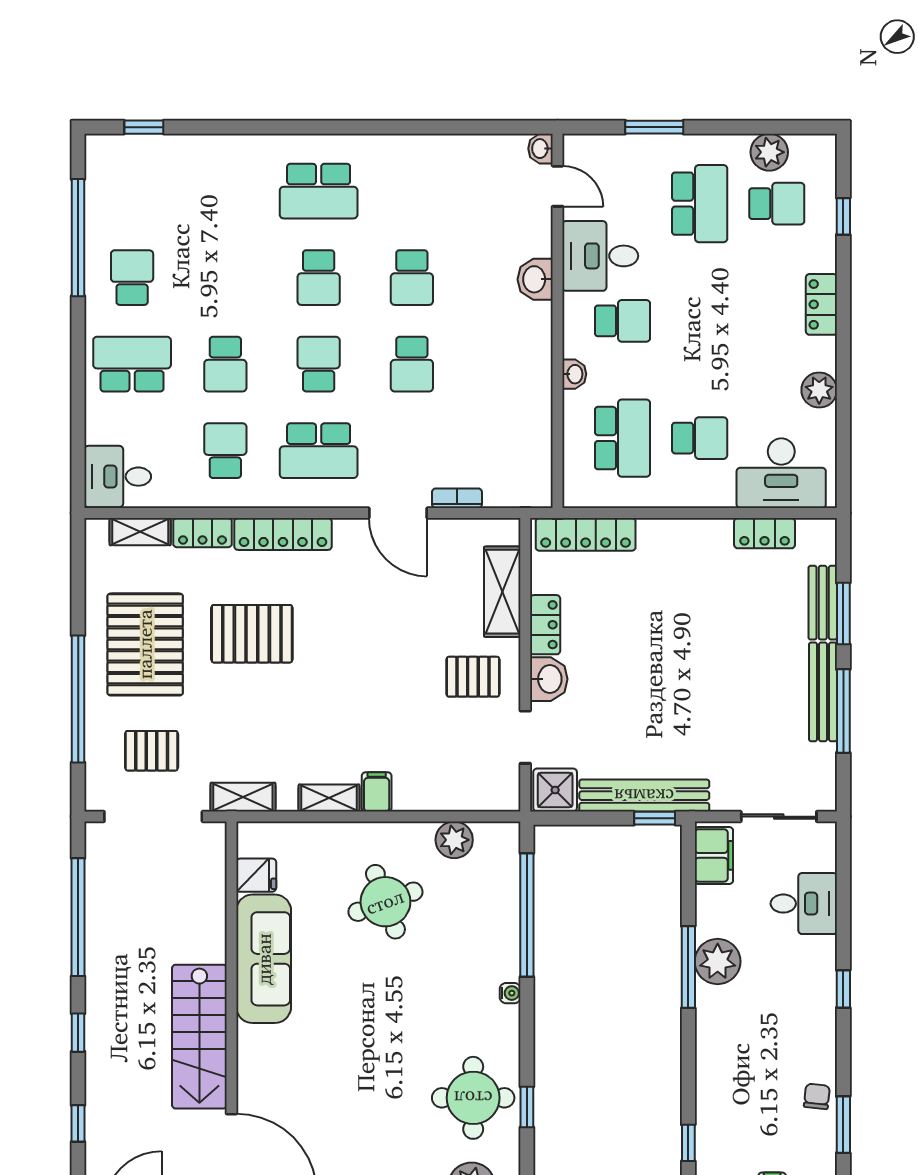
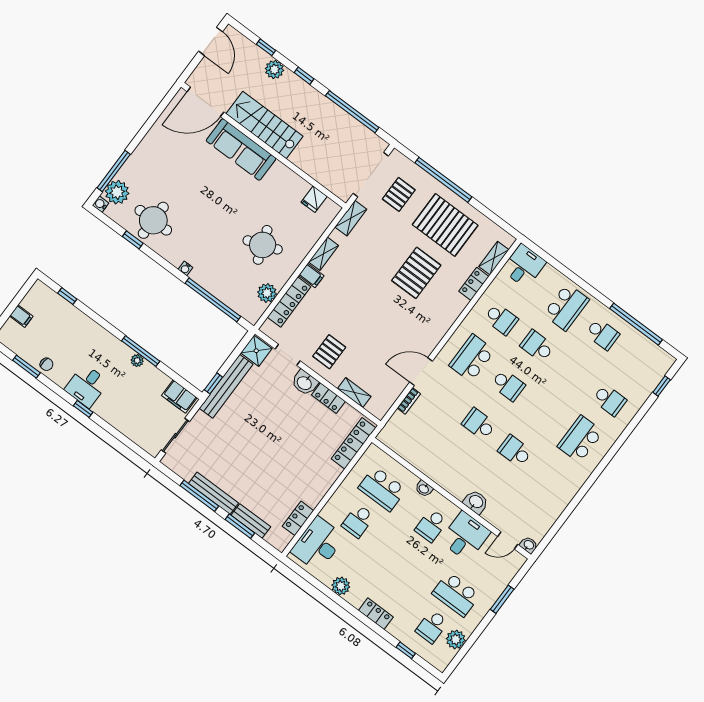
school desk: (319, 278) -> (609, 400), moved, turned 180
locker: (283, 534) -> (289, 302), moved, turned 180
shelving: (502, 592) -> (354, 393), width x0.67, depth x0.75
desk: (804, 904) -> (87, 386), moved
sofa: (264, 959) -> (241, 149), moved
plant: (718, 961) -> (137, 361), width x0.53, depth x0.53
plant: (103, 1085) -> (274, 70), added

